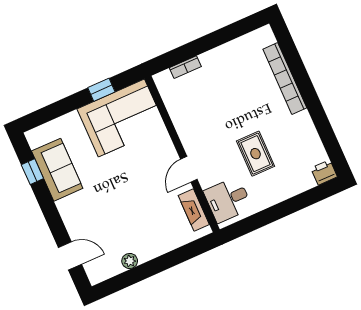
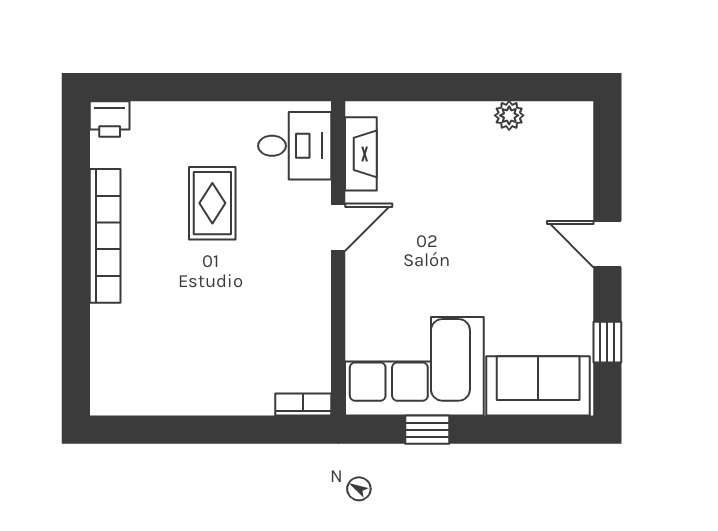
bookcase: (185, 67) -> (303, 405), moved
bookcase: (285, 78) -> (105, 236), moved
sofa: (57, 170) -> (538, 386), moved, turned 90
door: (70, 256) -> (607, 244), moved

